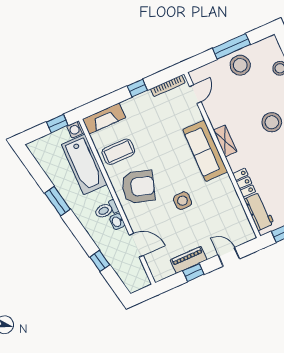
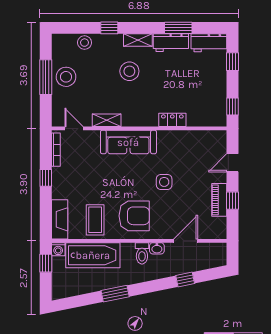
shelving: (225, 141) -> (107, 120), moved
armchair: (138, 187) -> (134, 216), turned 73
workbench: (259, 211) -> (204, 118), removed

